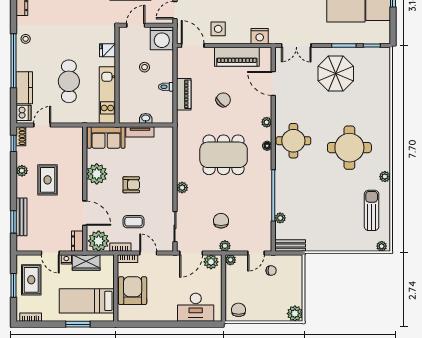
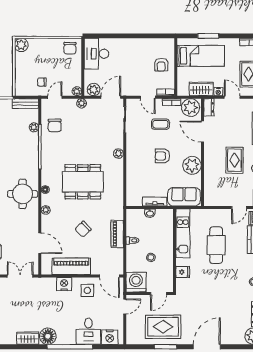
nightstand: (260, 36) -> (64, 284), moved
chair: (221, 221) -> (55, 125), moved
armchair: (133, 291) -> (161, 65), width x0.53, depth x0.53
desk: (196, 307) -> (96, 54), moved, turned -90

